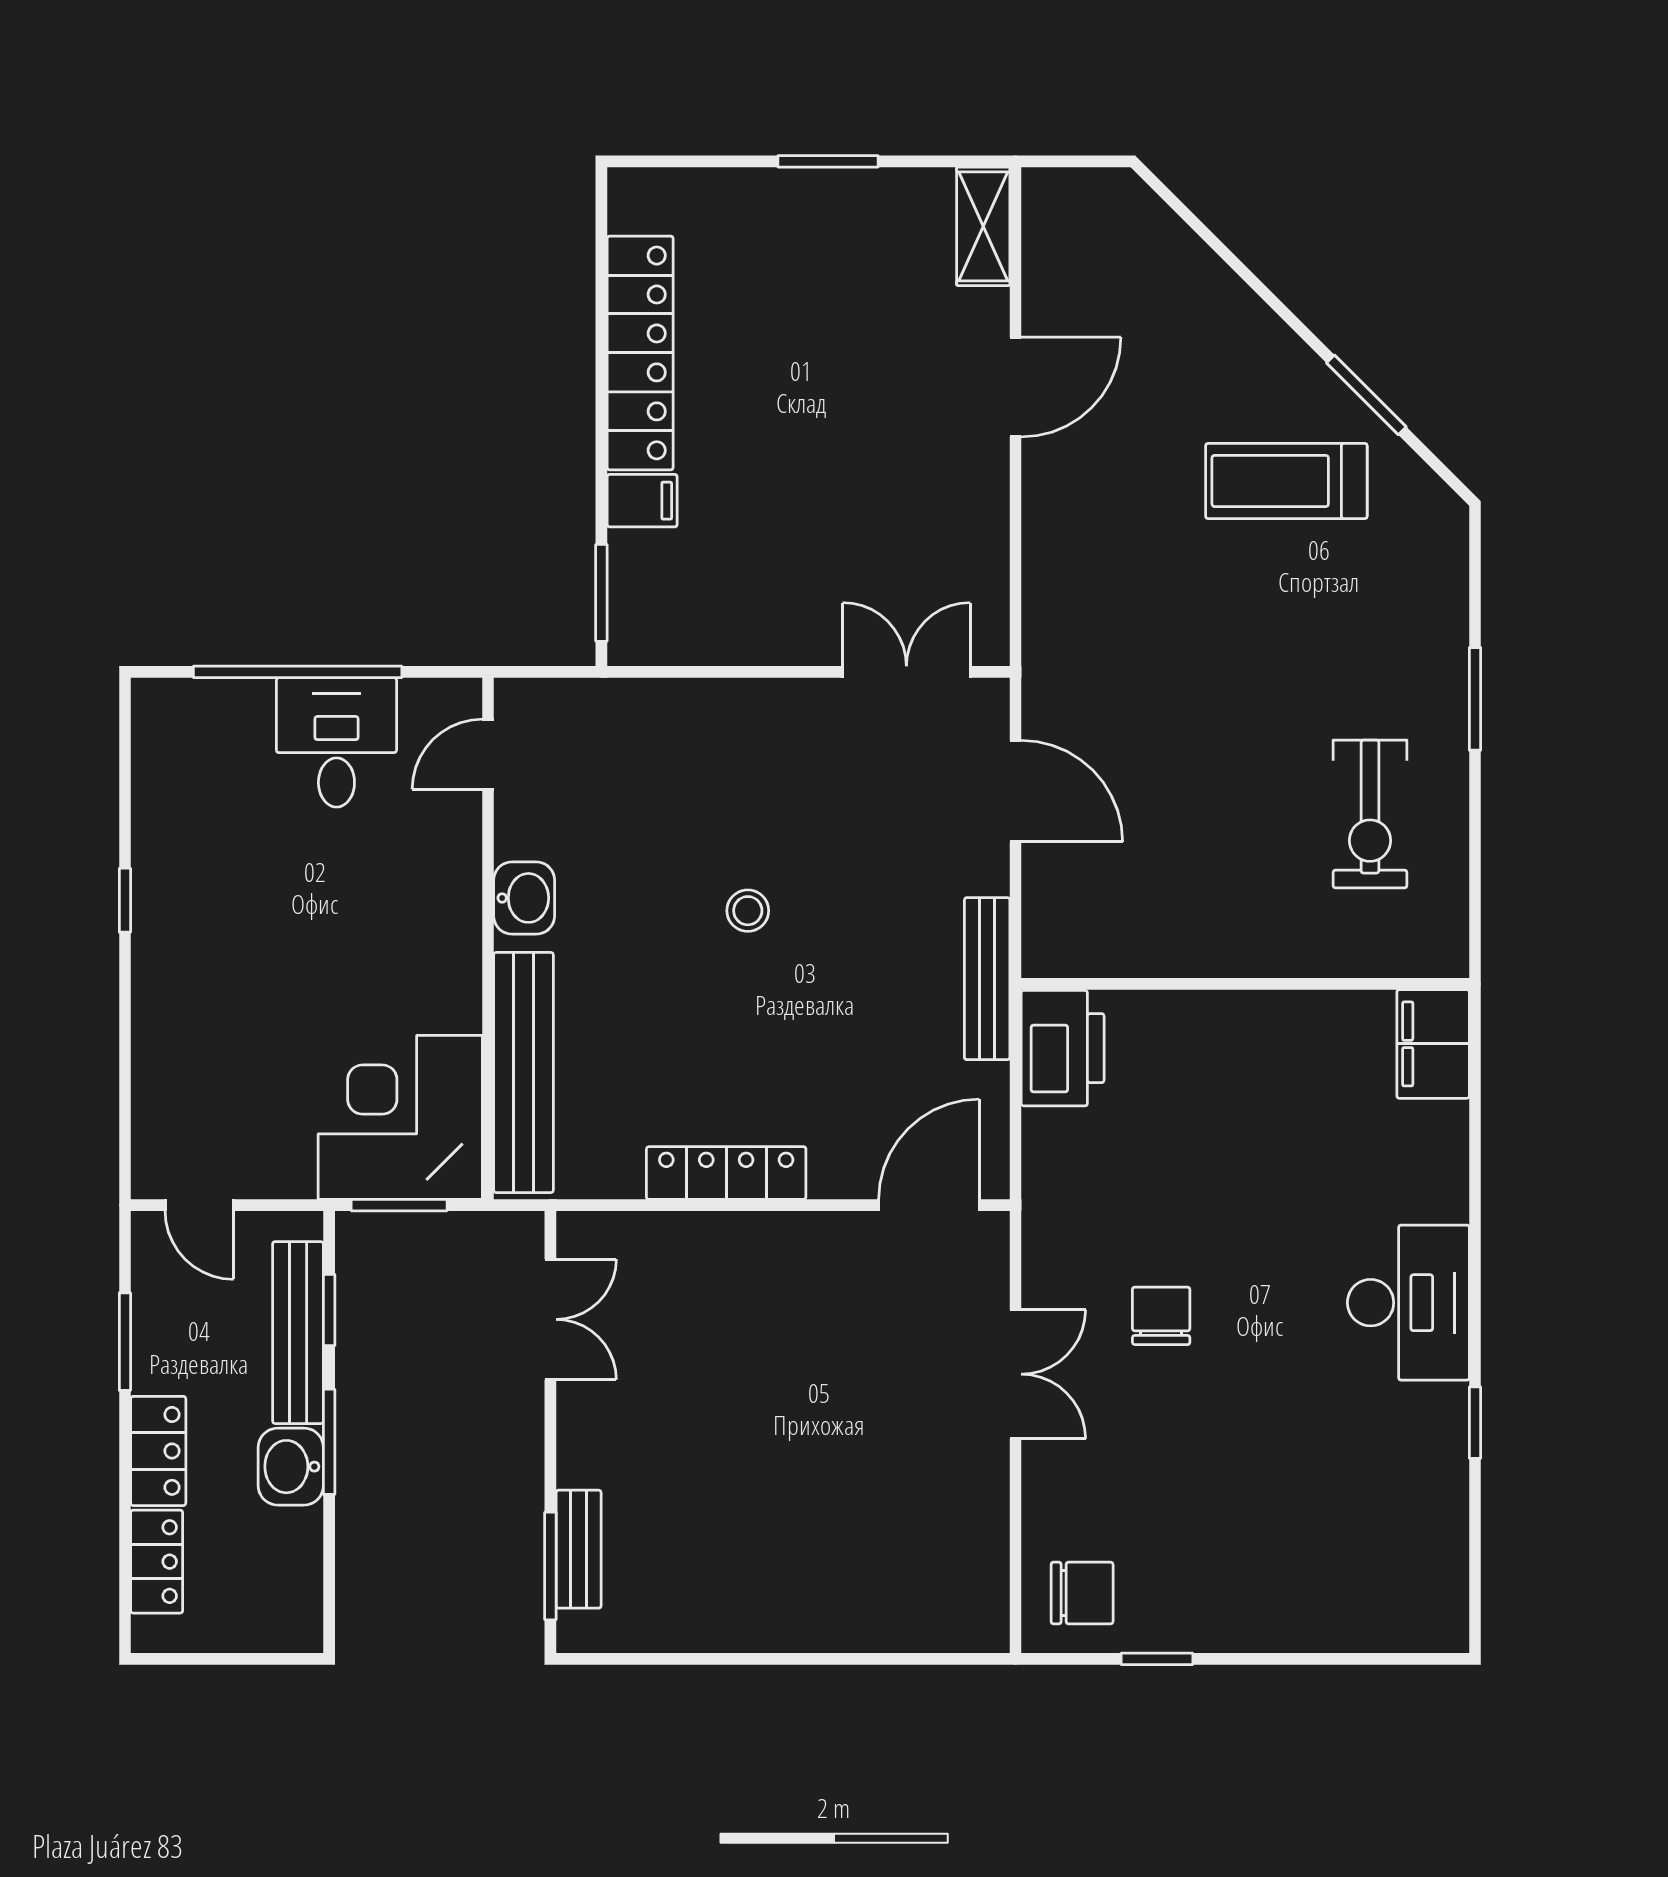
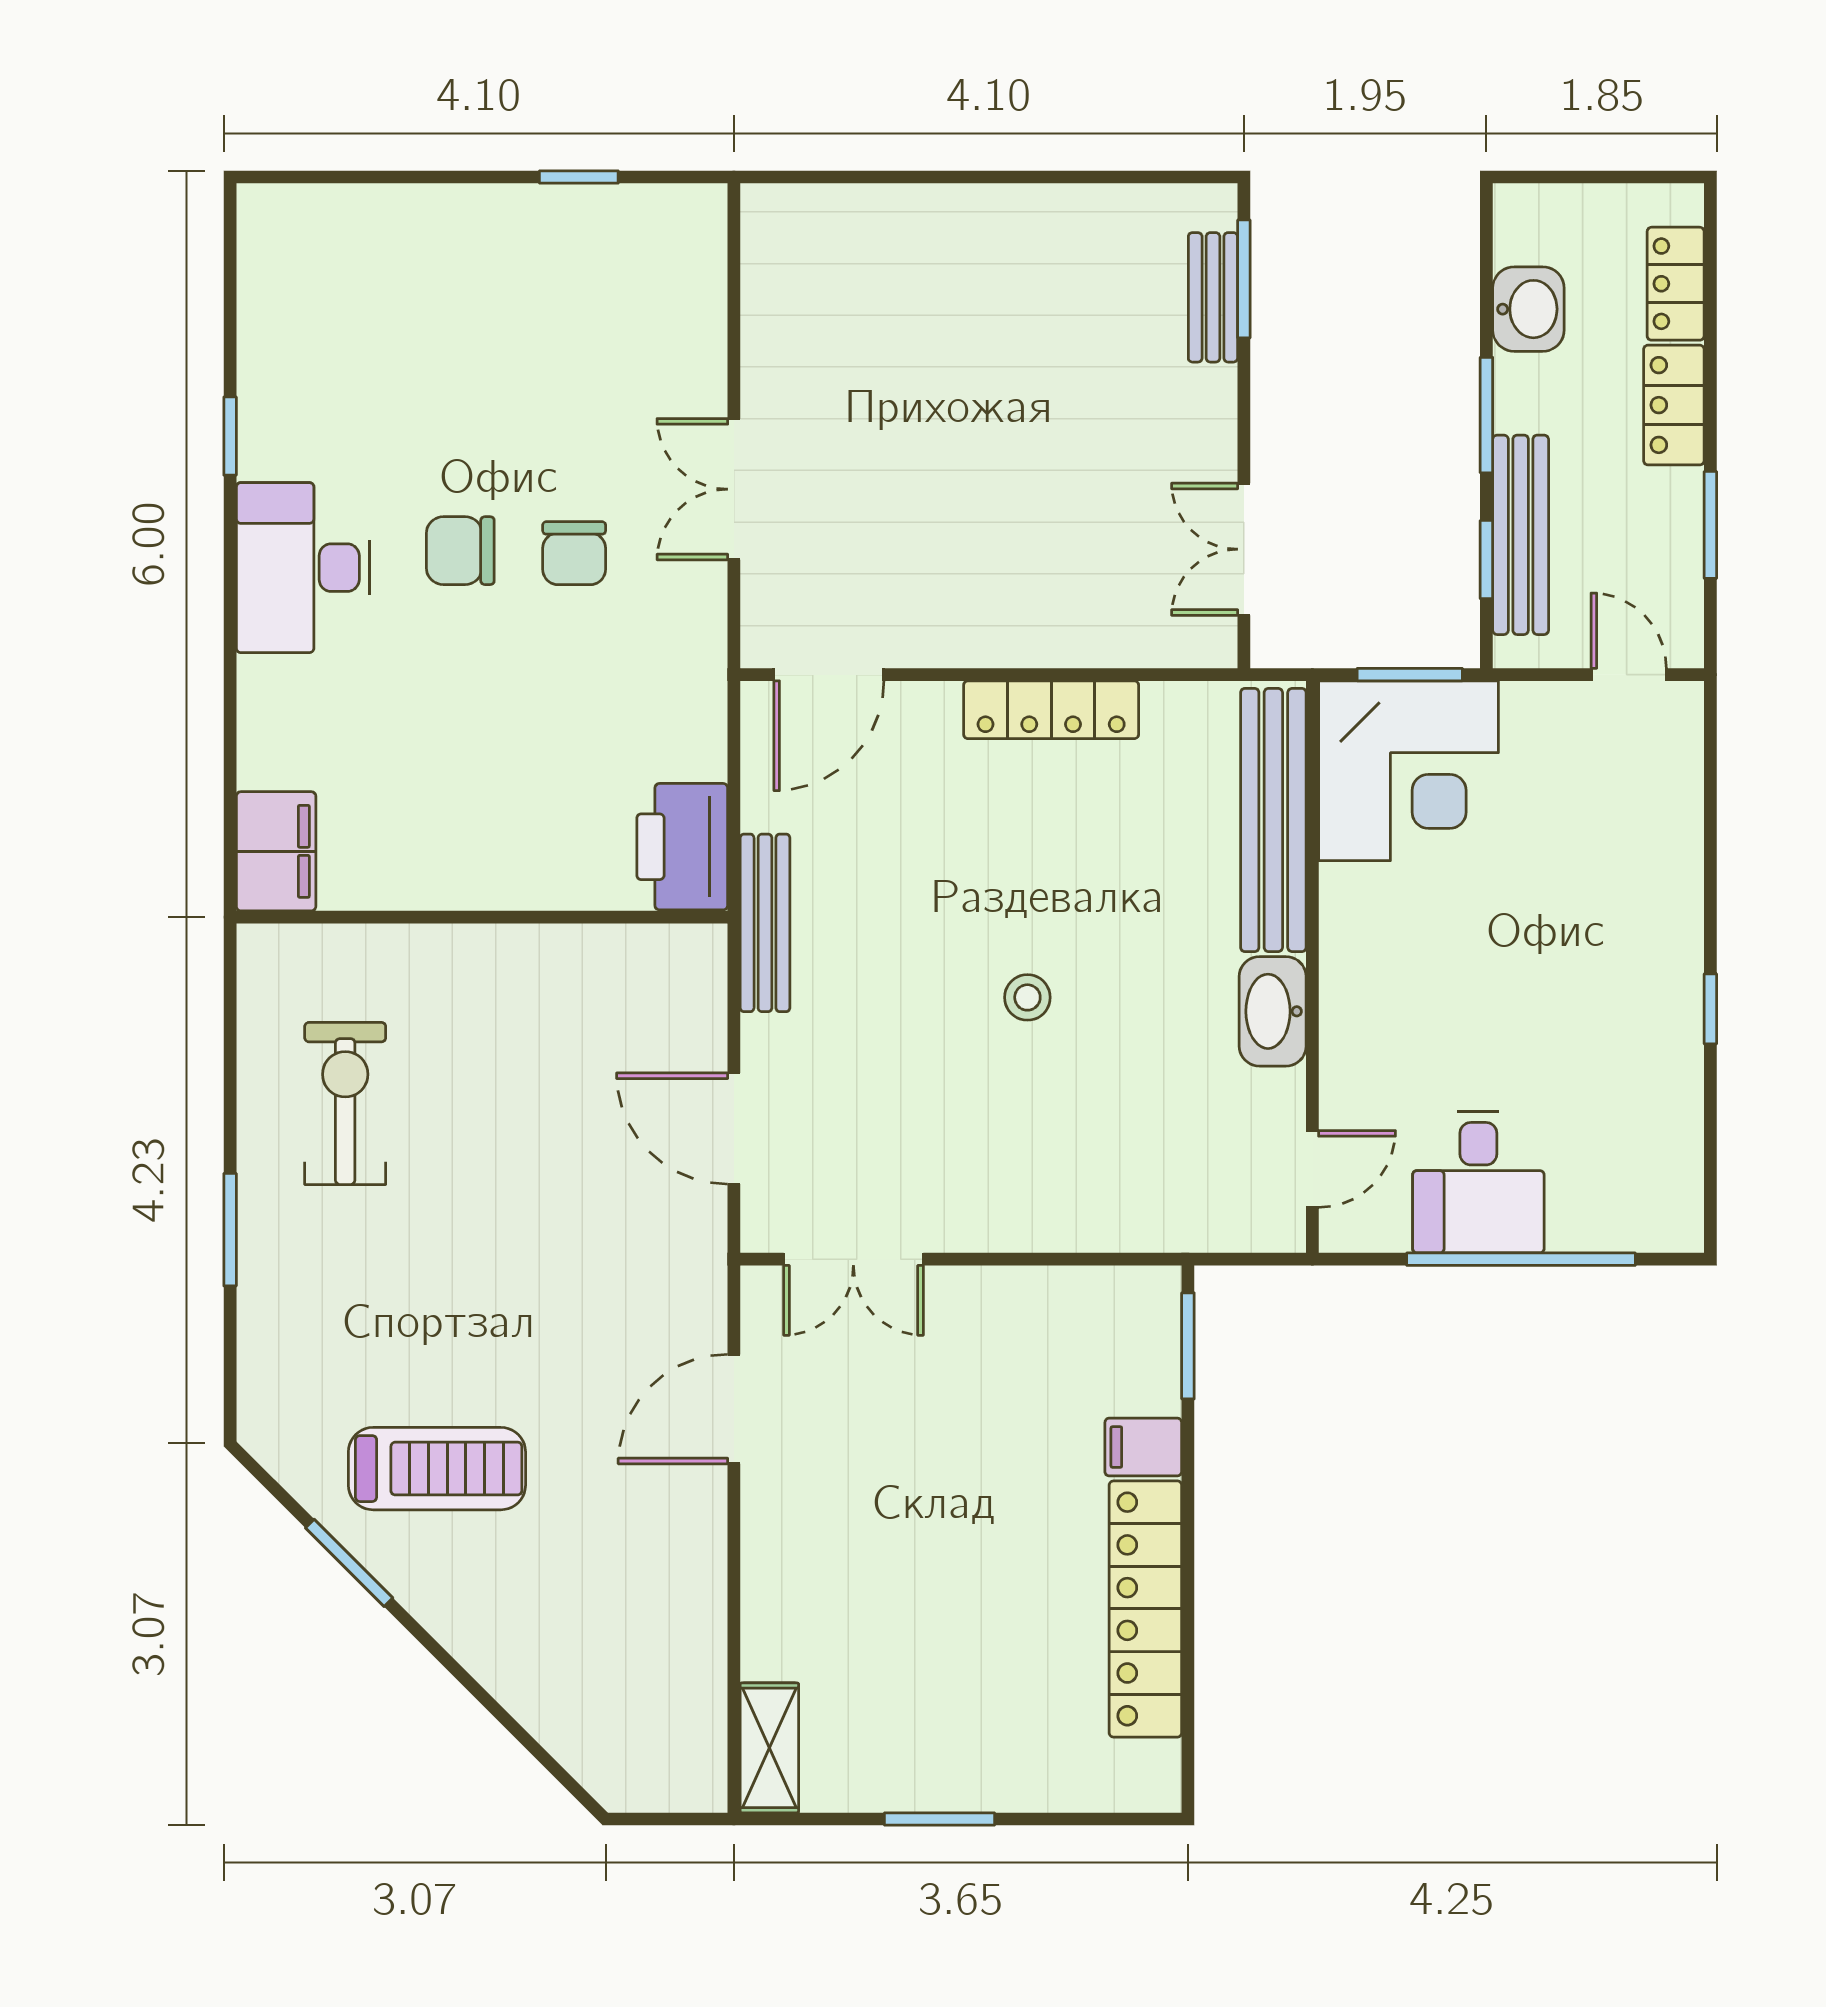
door: (1015, 387) -> (734, 1409), moved
washbasin: (524, 898) -> (1273, 1011), width x1.38
washbasin: (291, 1467) -> (1528, 309), moved
chair: (1082, 1593) -> (460, 551), moved

